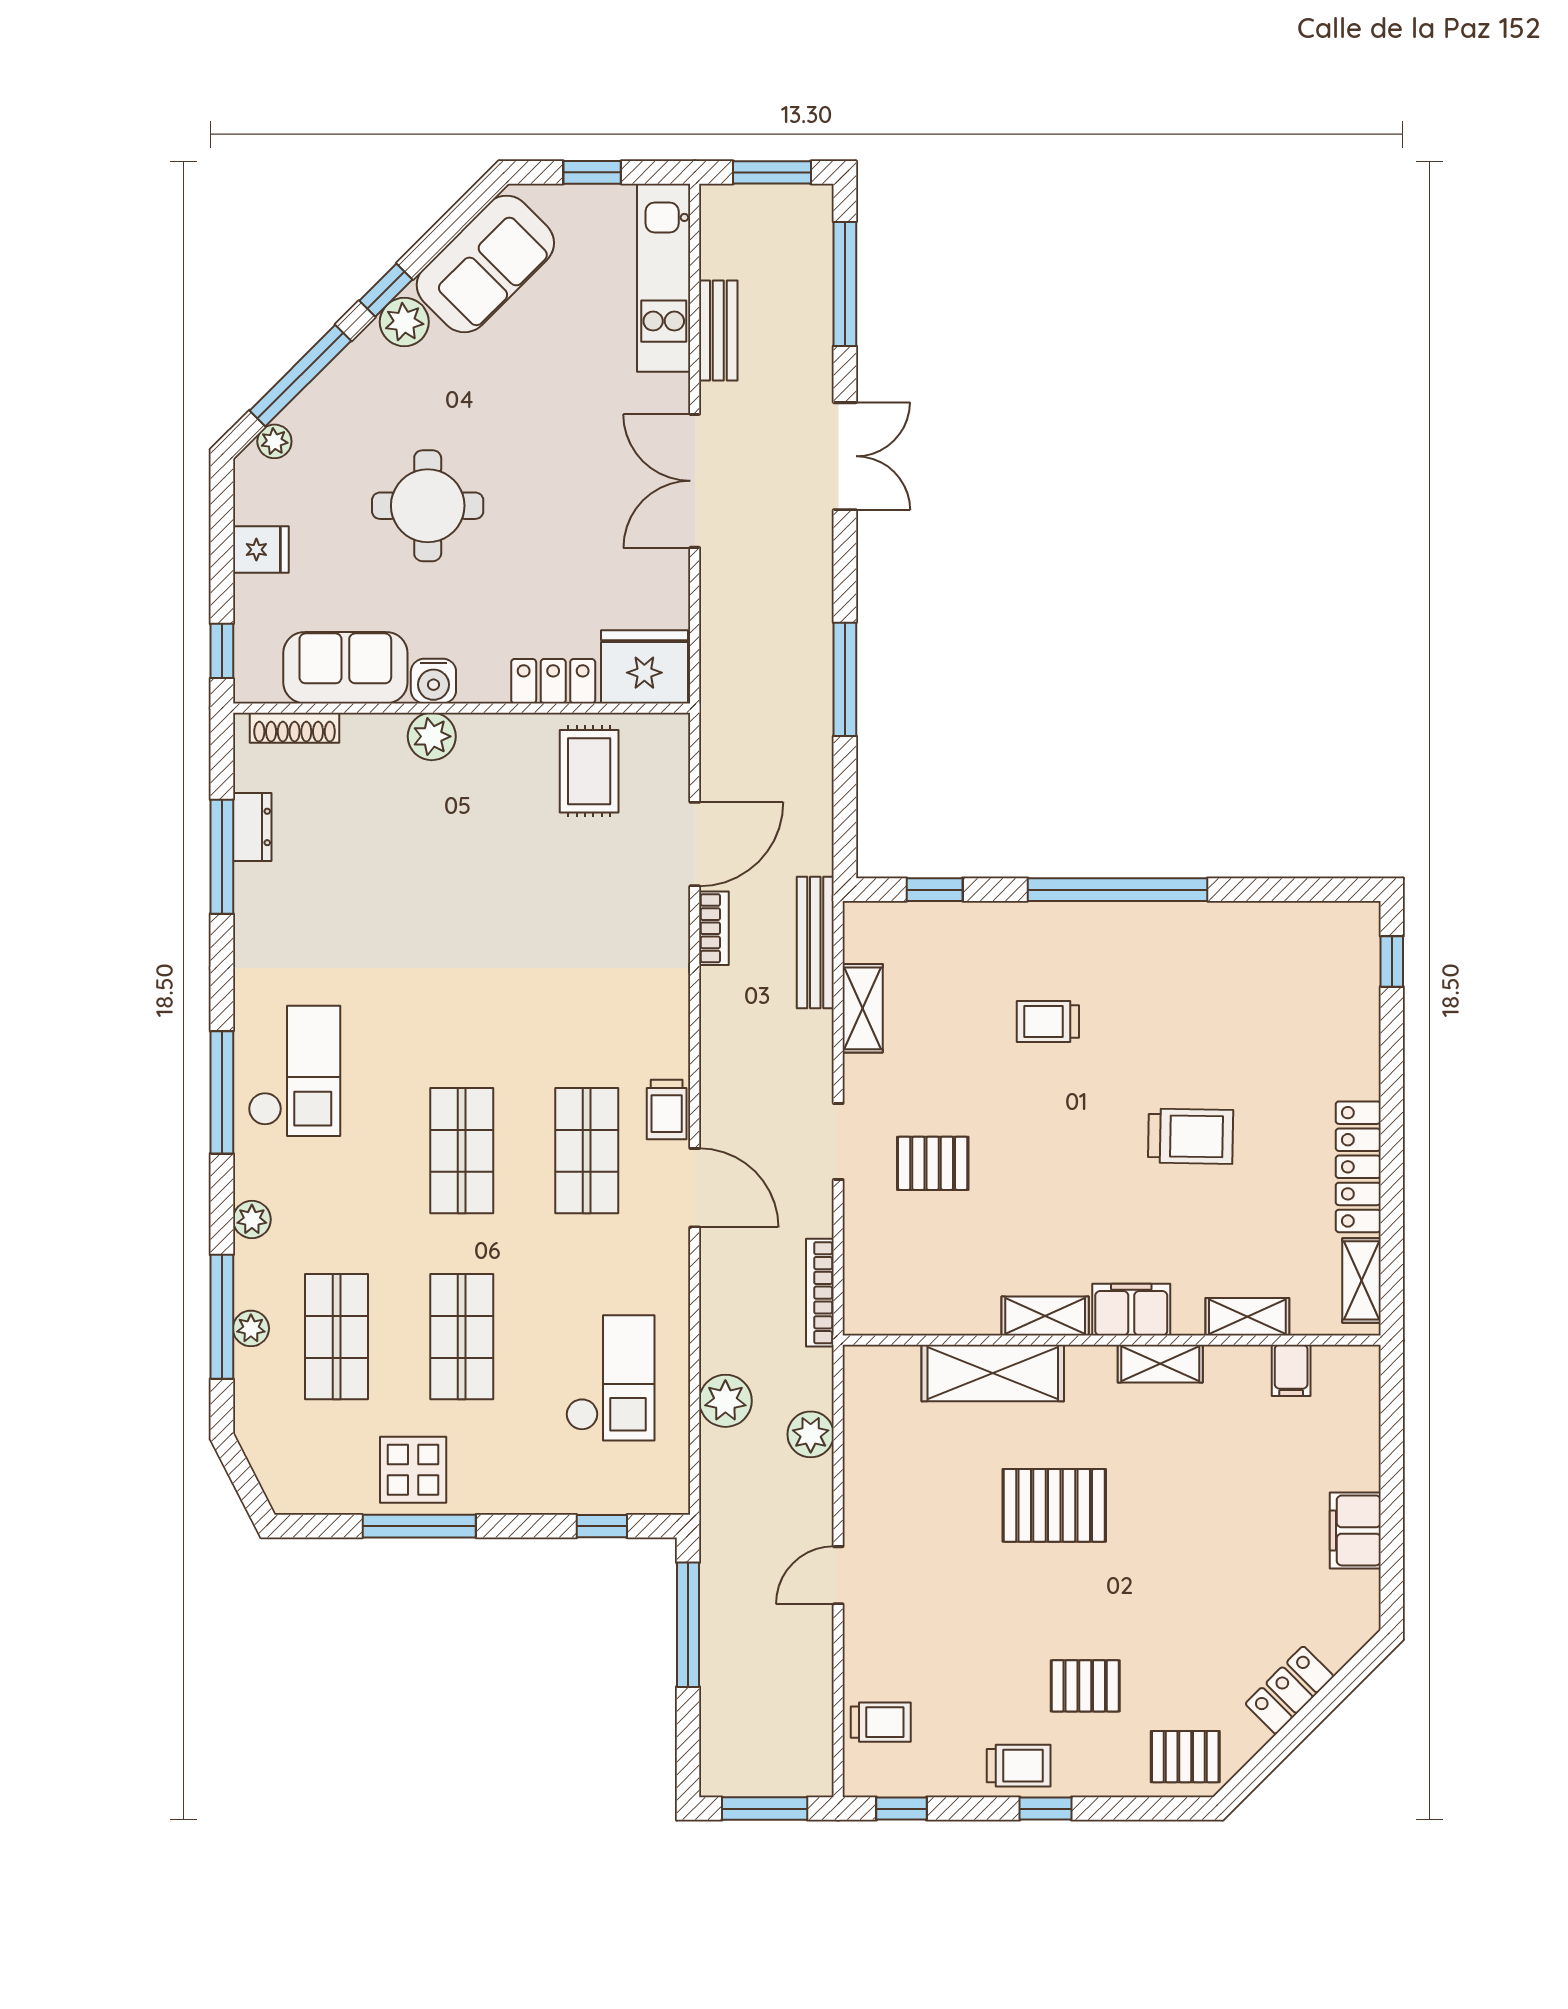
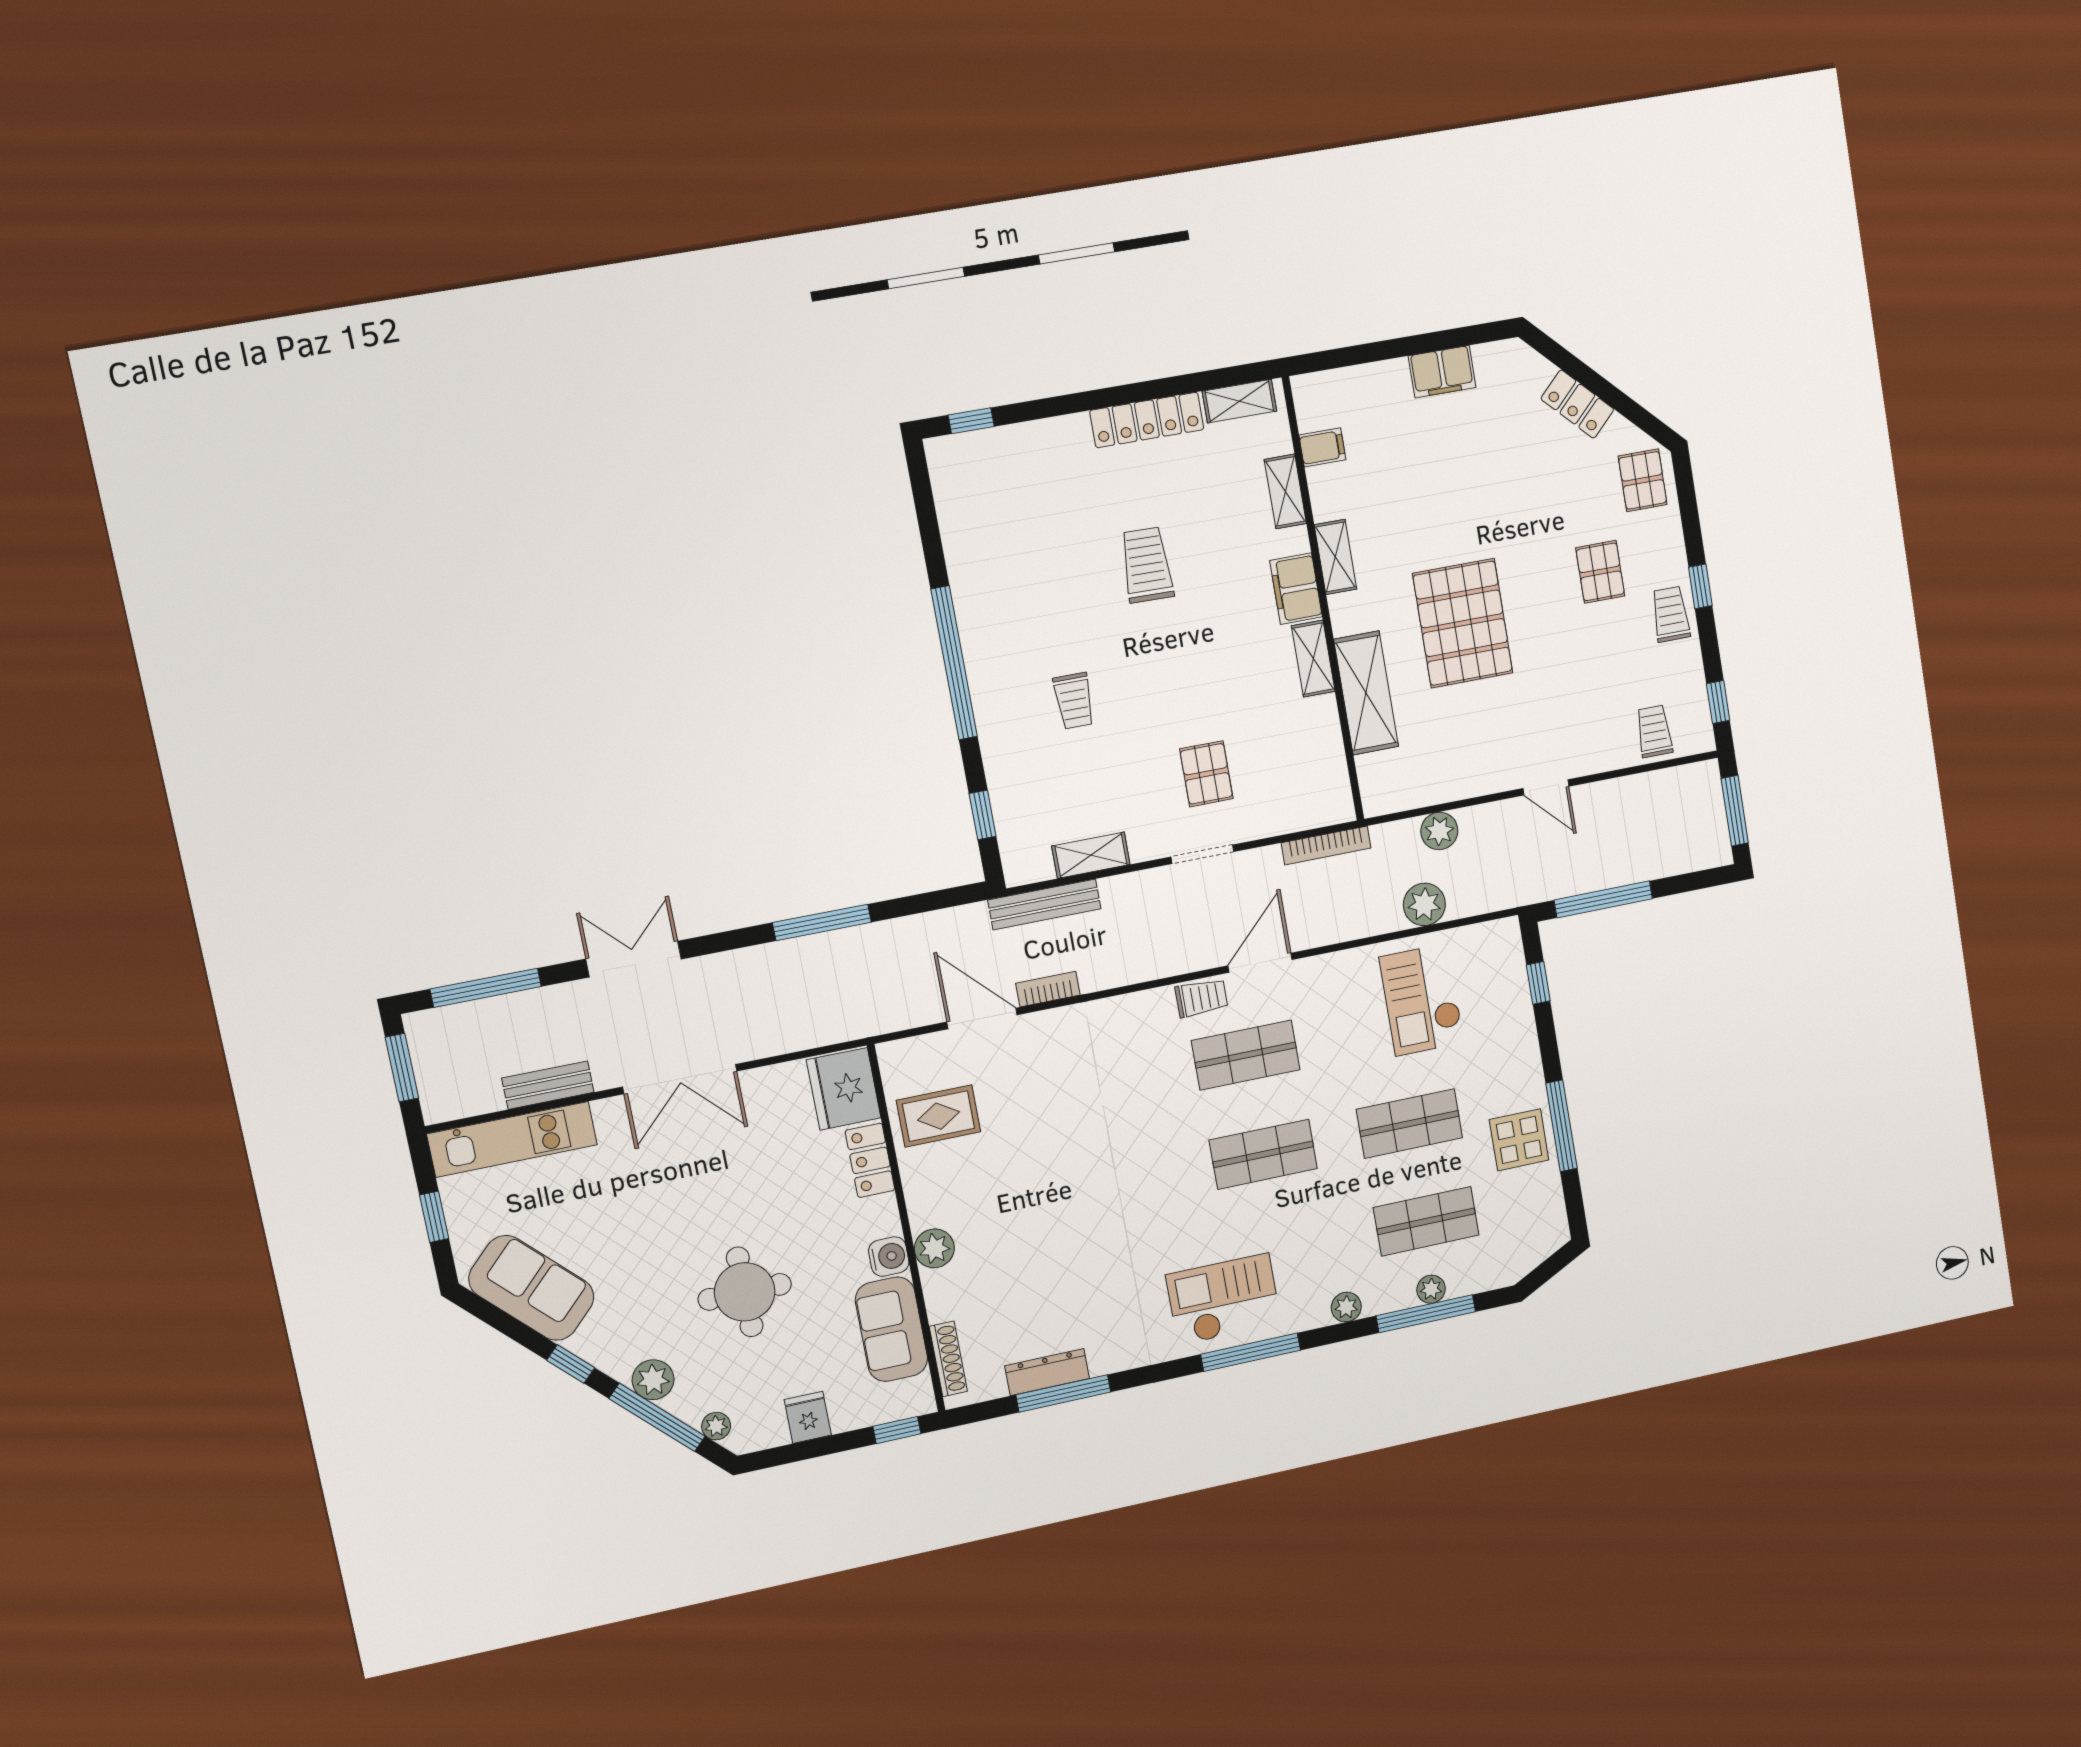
plant: (404, 322) -> (653, 1380), moved
dresser: (252, 827) -> (1047, 1372), width x1.44
checkout: (610, 1378) -> (1422, 1000), turned -90
pallet: (1054, 1505) -> (1463, 623), width x1.37, depth x1.41

